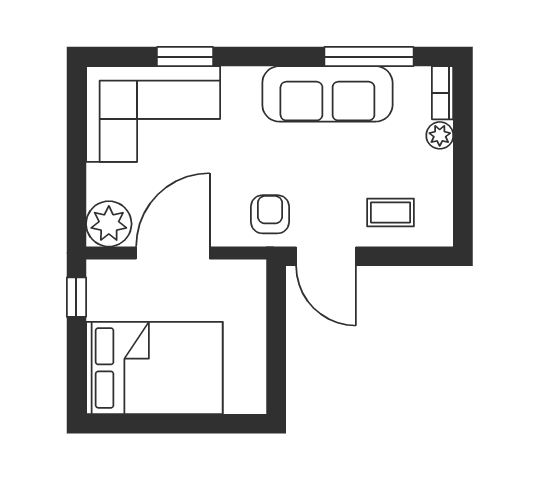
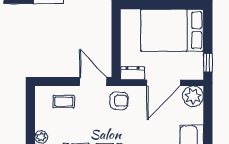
armchair: (270, 214) -> (119, 101), turned -90
dresser: (240, 274) -> (133, 73), added

